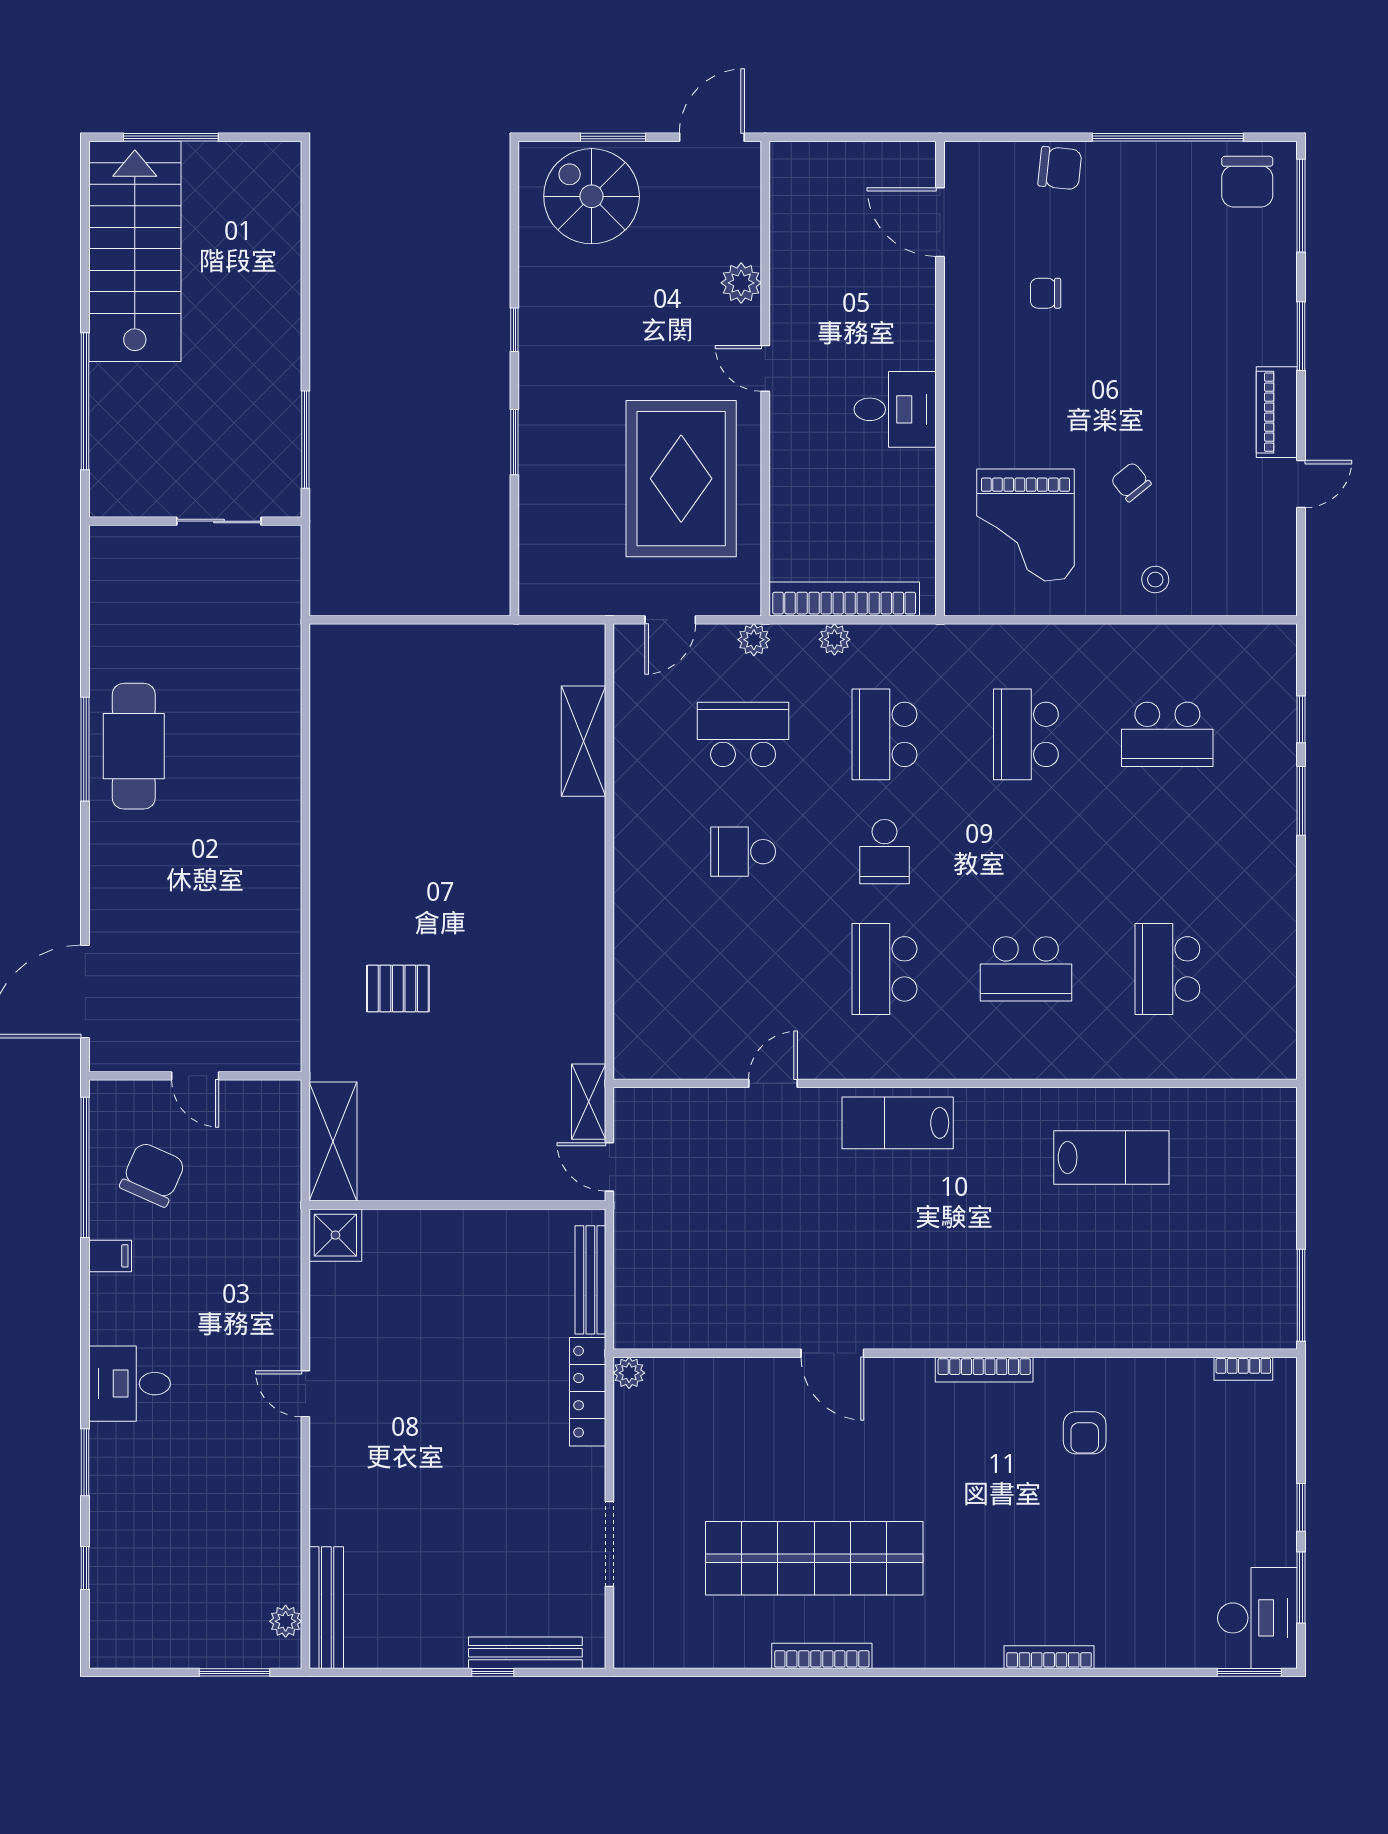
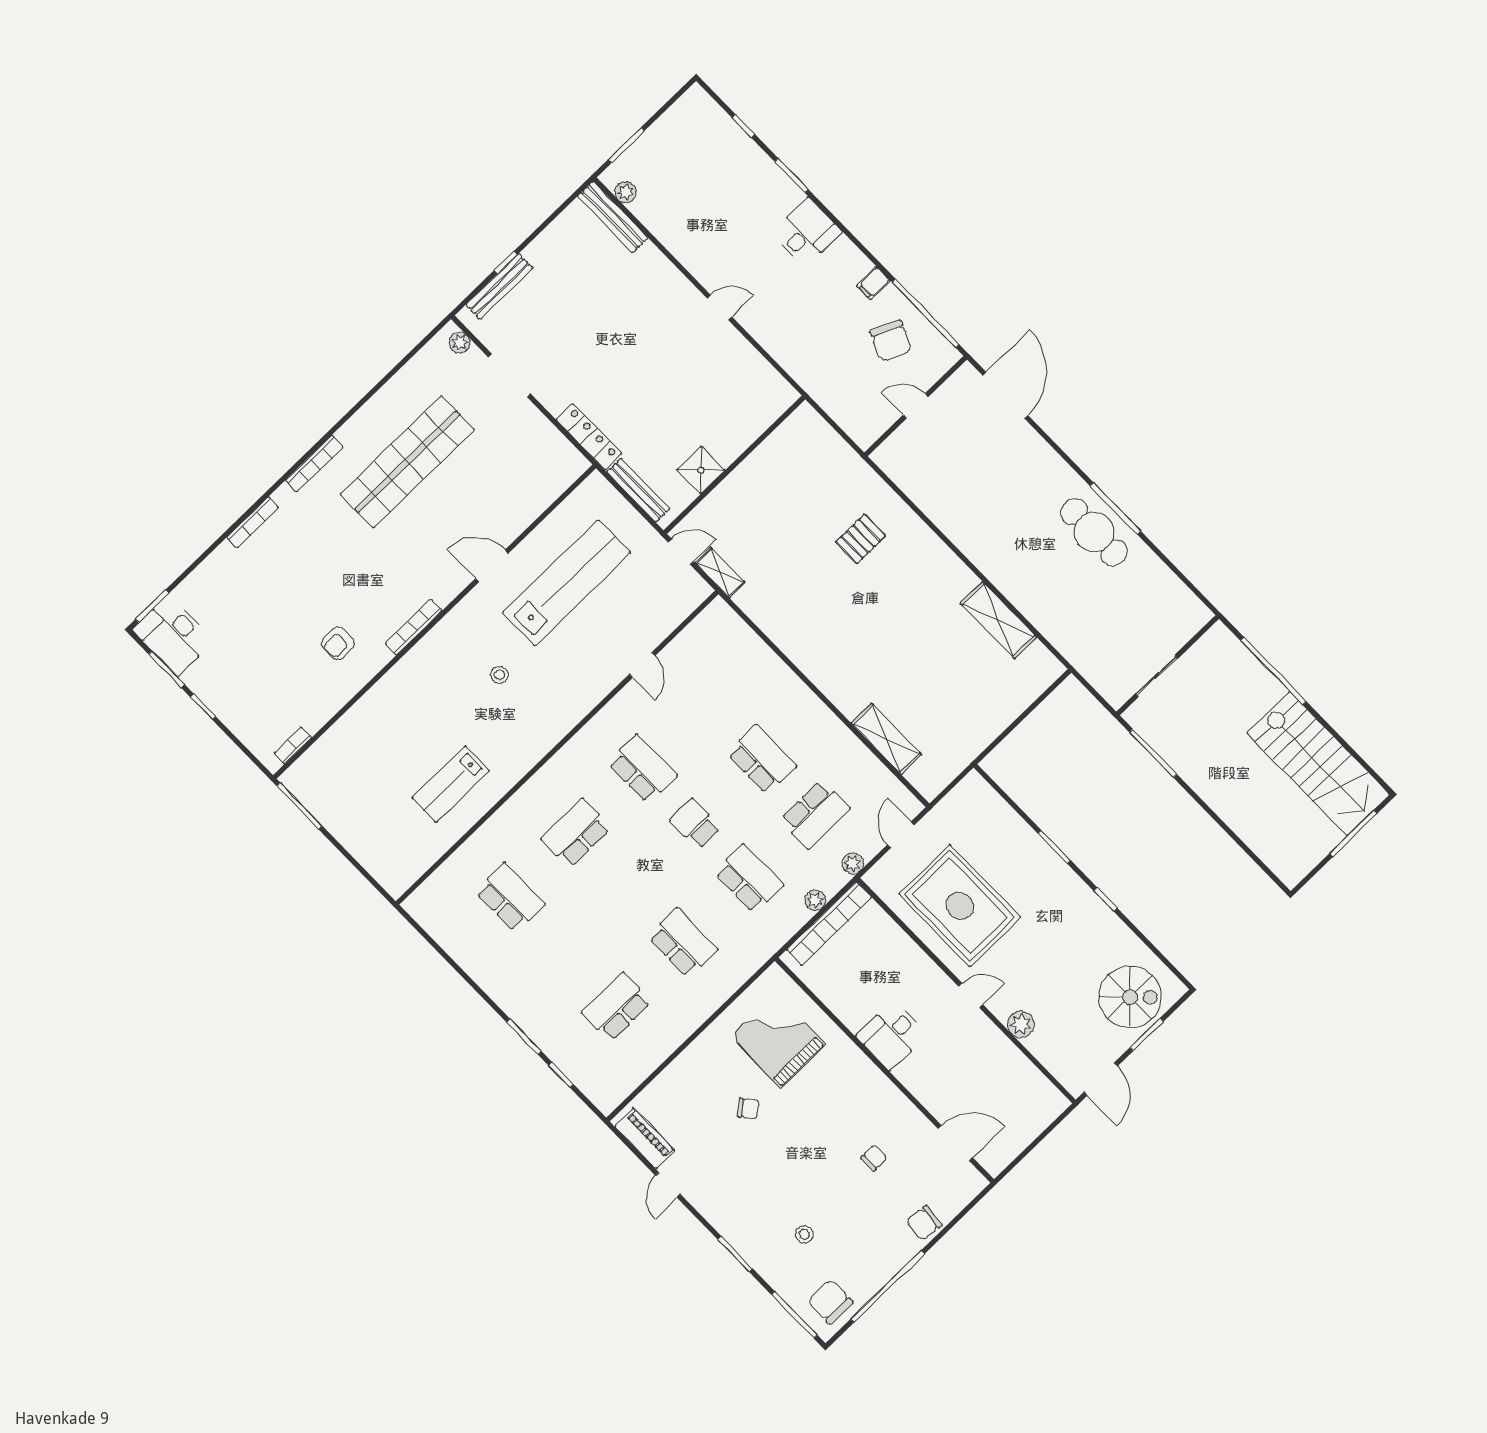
piano: (1277, 412) -> (645, 1138), moved
stool: (1155, 580) -> (804, 1234), moved
school desk: (743, 852) -> (762, 760), width x1.85
lab bench: (898, 1123) -> (567, 583), moved, width x1.86, depth x1.39
shelving: (333, 1142) -> (999, 620), moved
stool: (941, 1225) -> (499, 675), added
shower: (335, 1235) -> (701, 470), moved
plant: (629, 1373) -> (460, 343), moved
armchair: (1085, 1433) -> (338, 643), turned -90
bookcase: (822, 1656) -> (314, 464), moved

